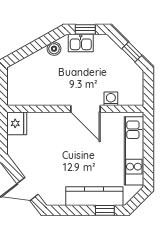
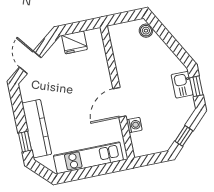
boiler: (54, 49) -> (146, 31), moved
fridge: (17, 123) -> (74, 42), moved

